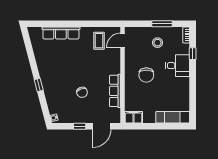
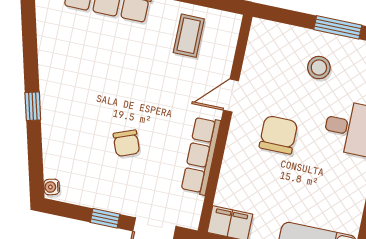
door: (122, 40) -> (231, 96), moved
chair: (146, 75) -> (278, 135), turned 180

